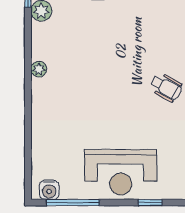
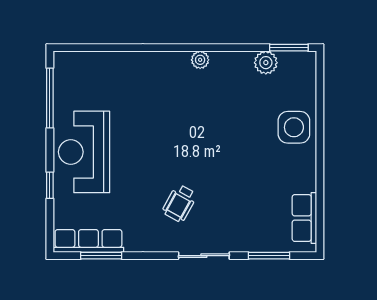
water cooler: (49, 190) -> (64, 71), removed

